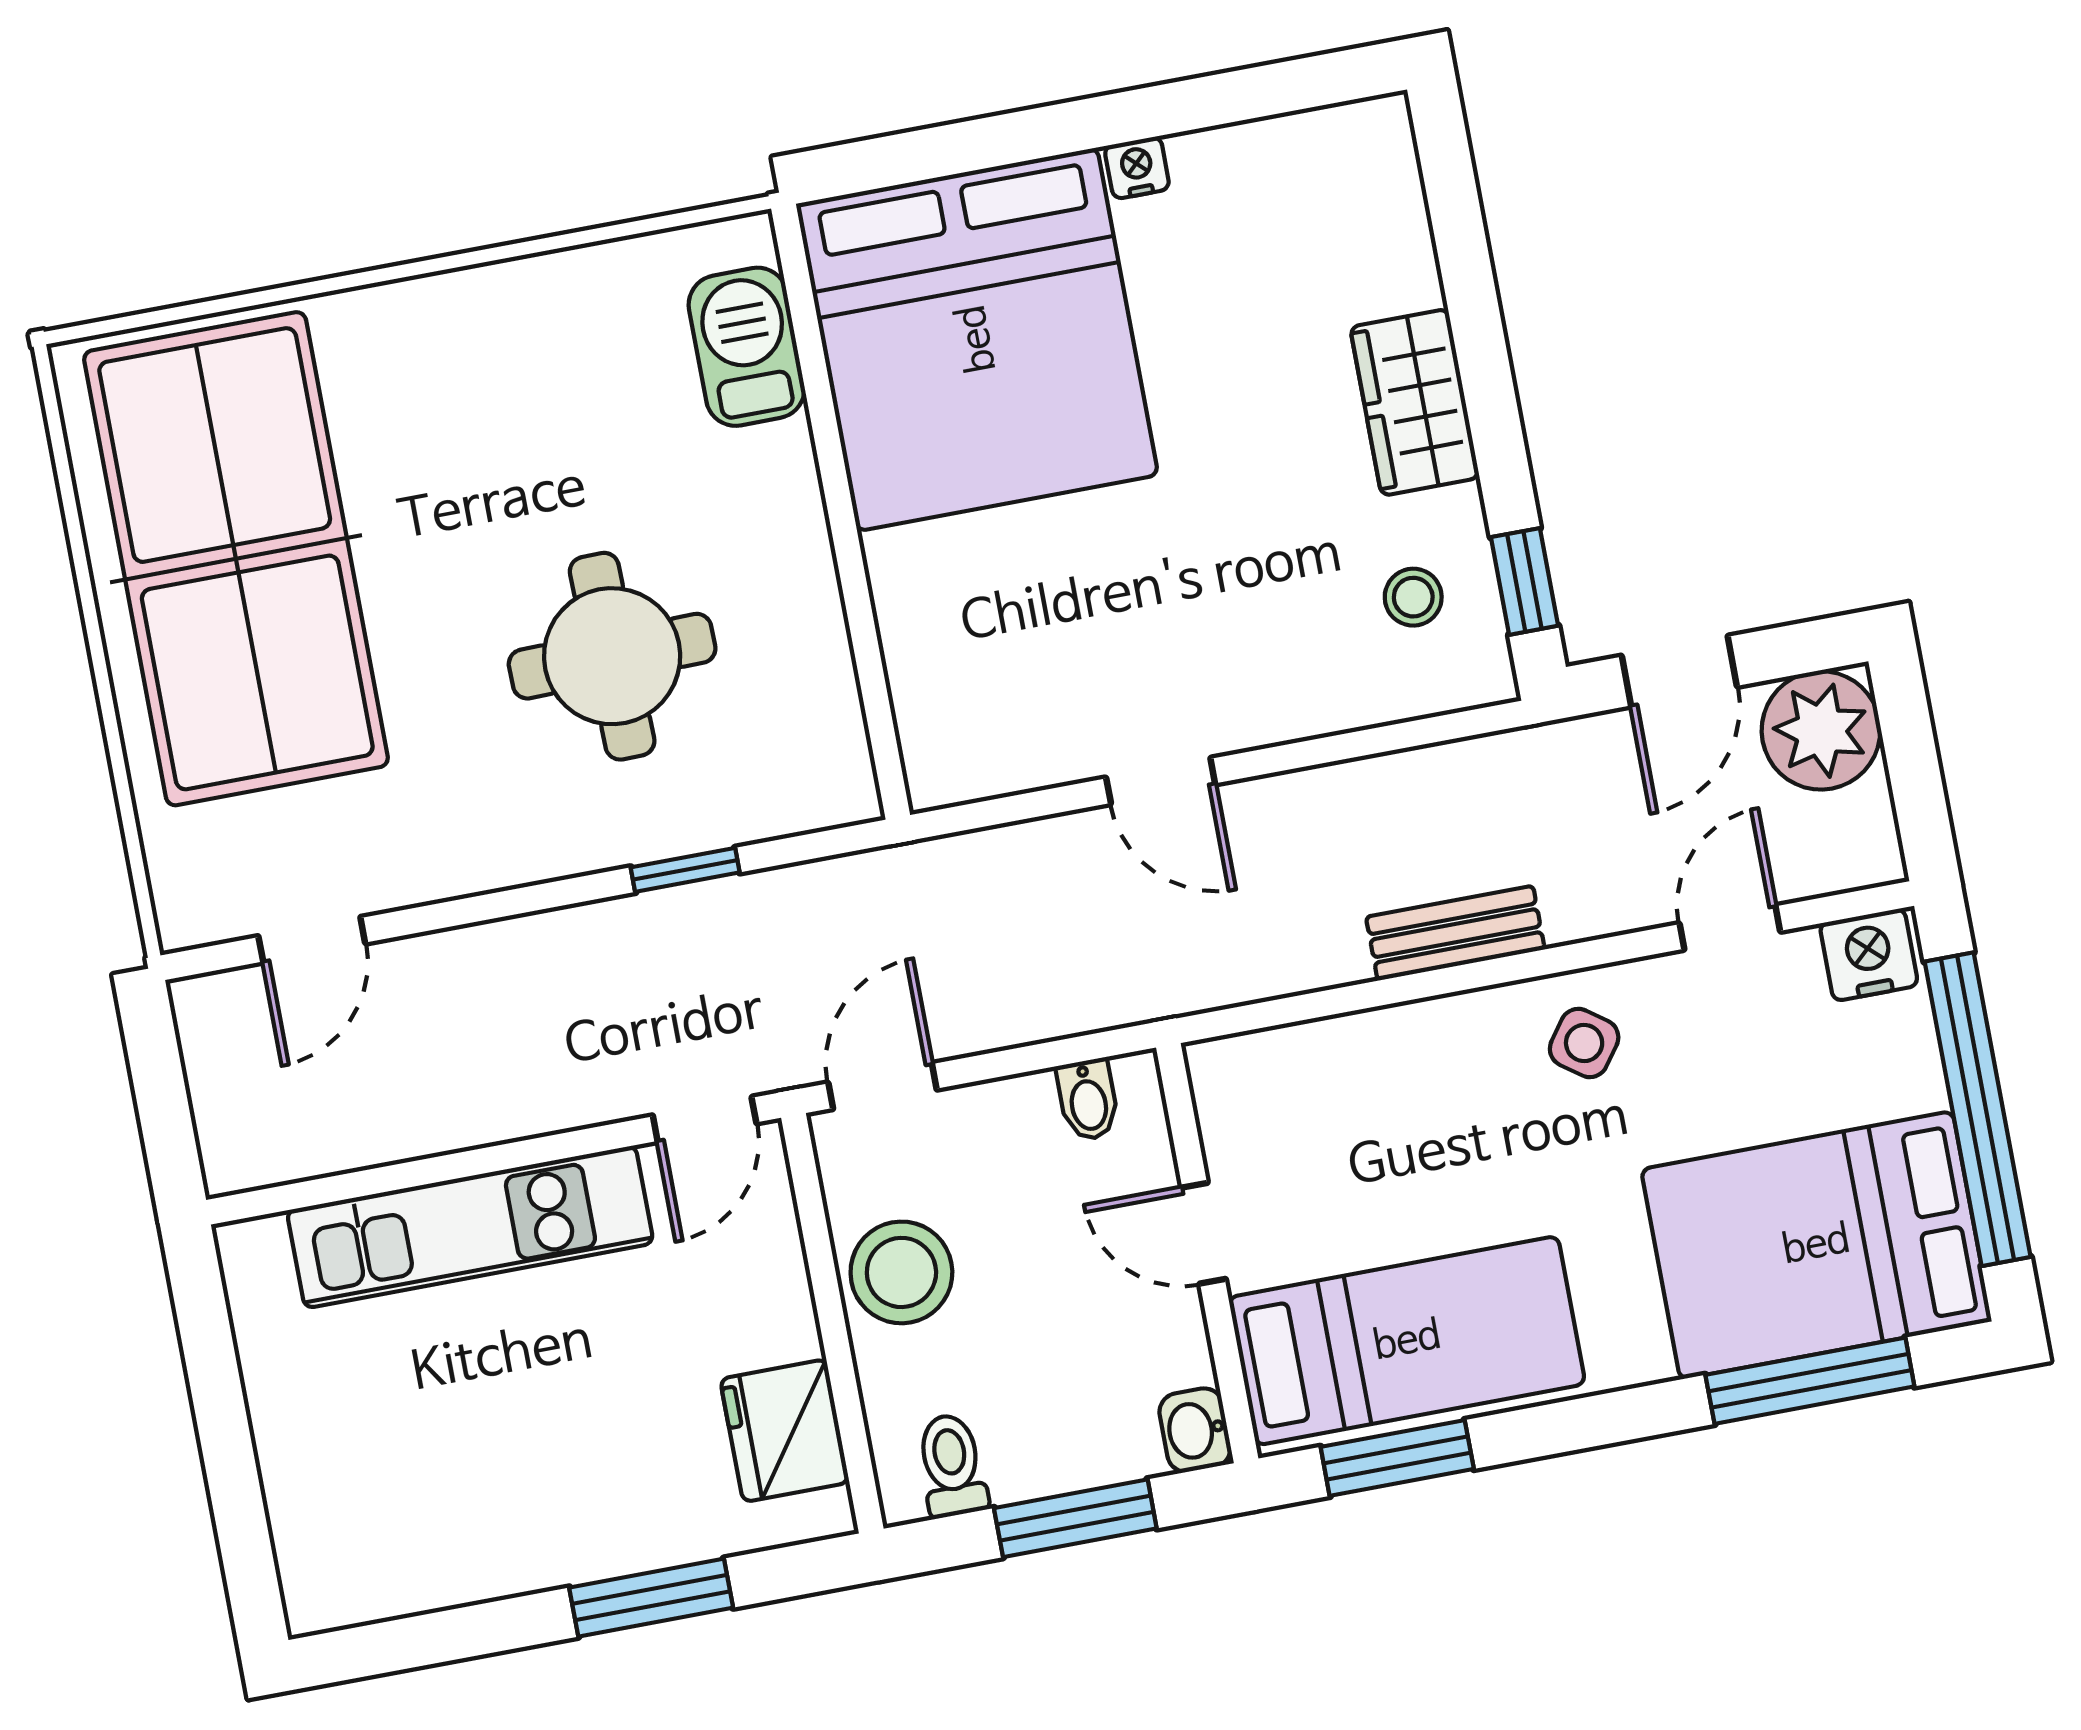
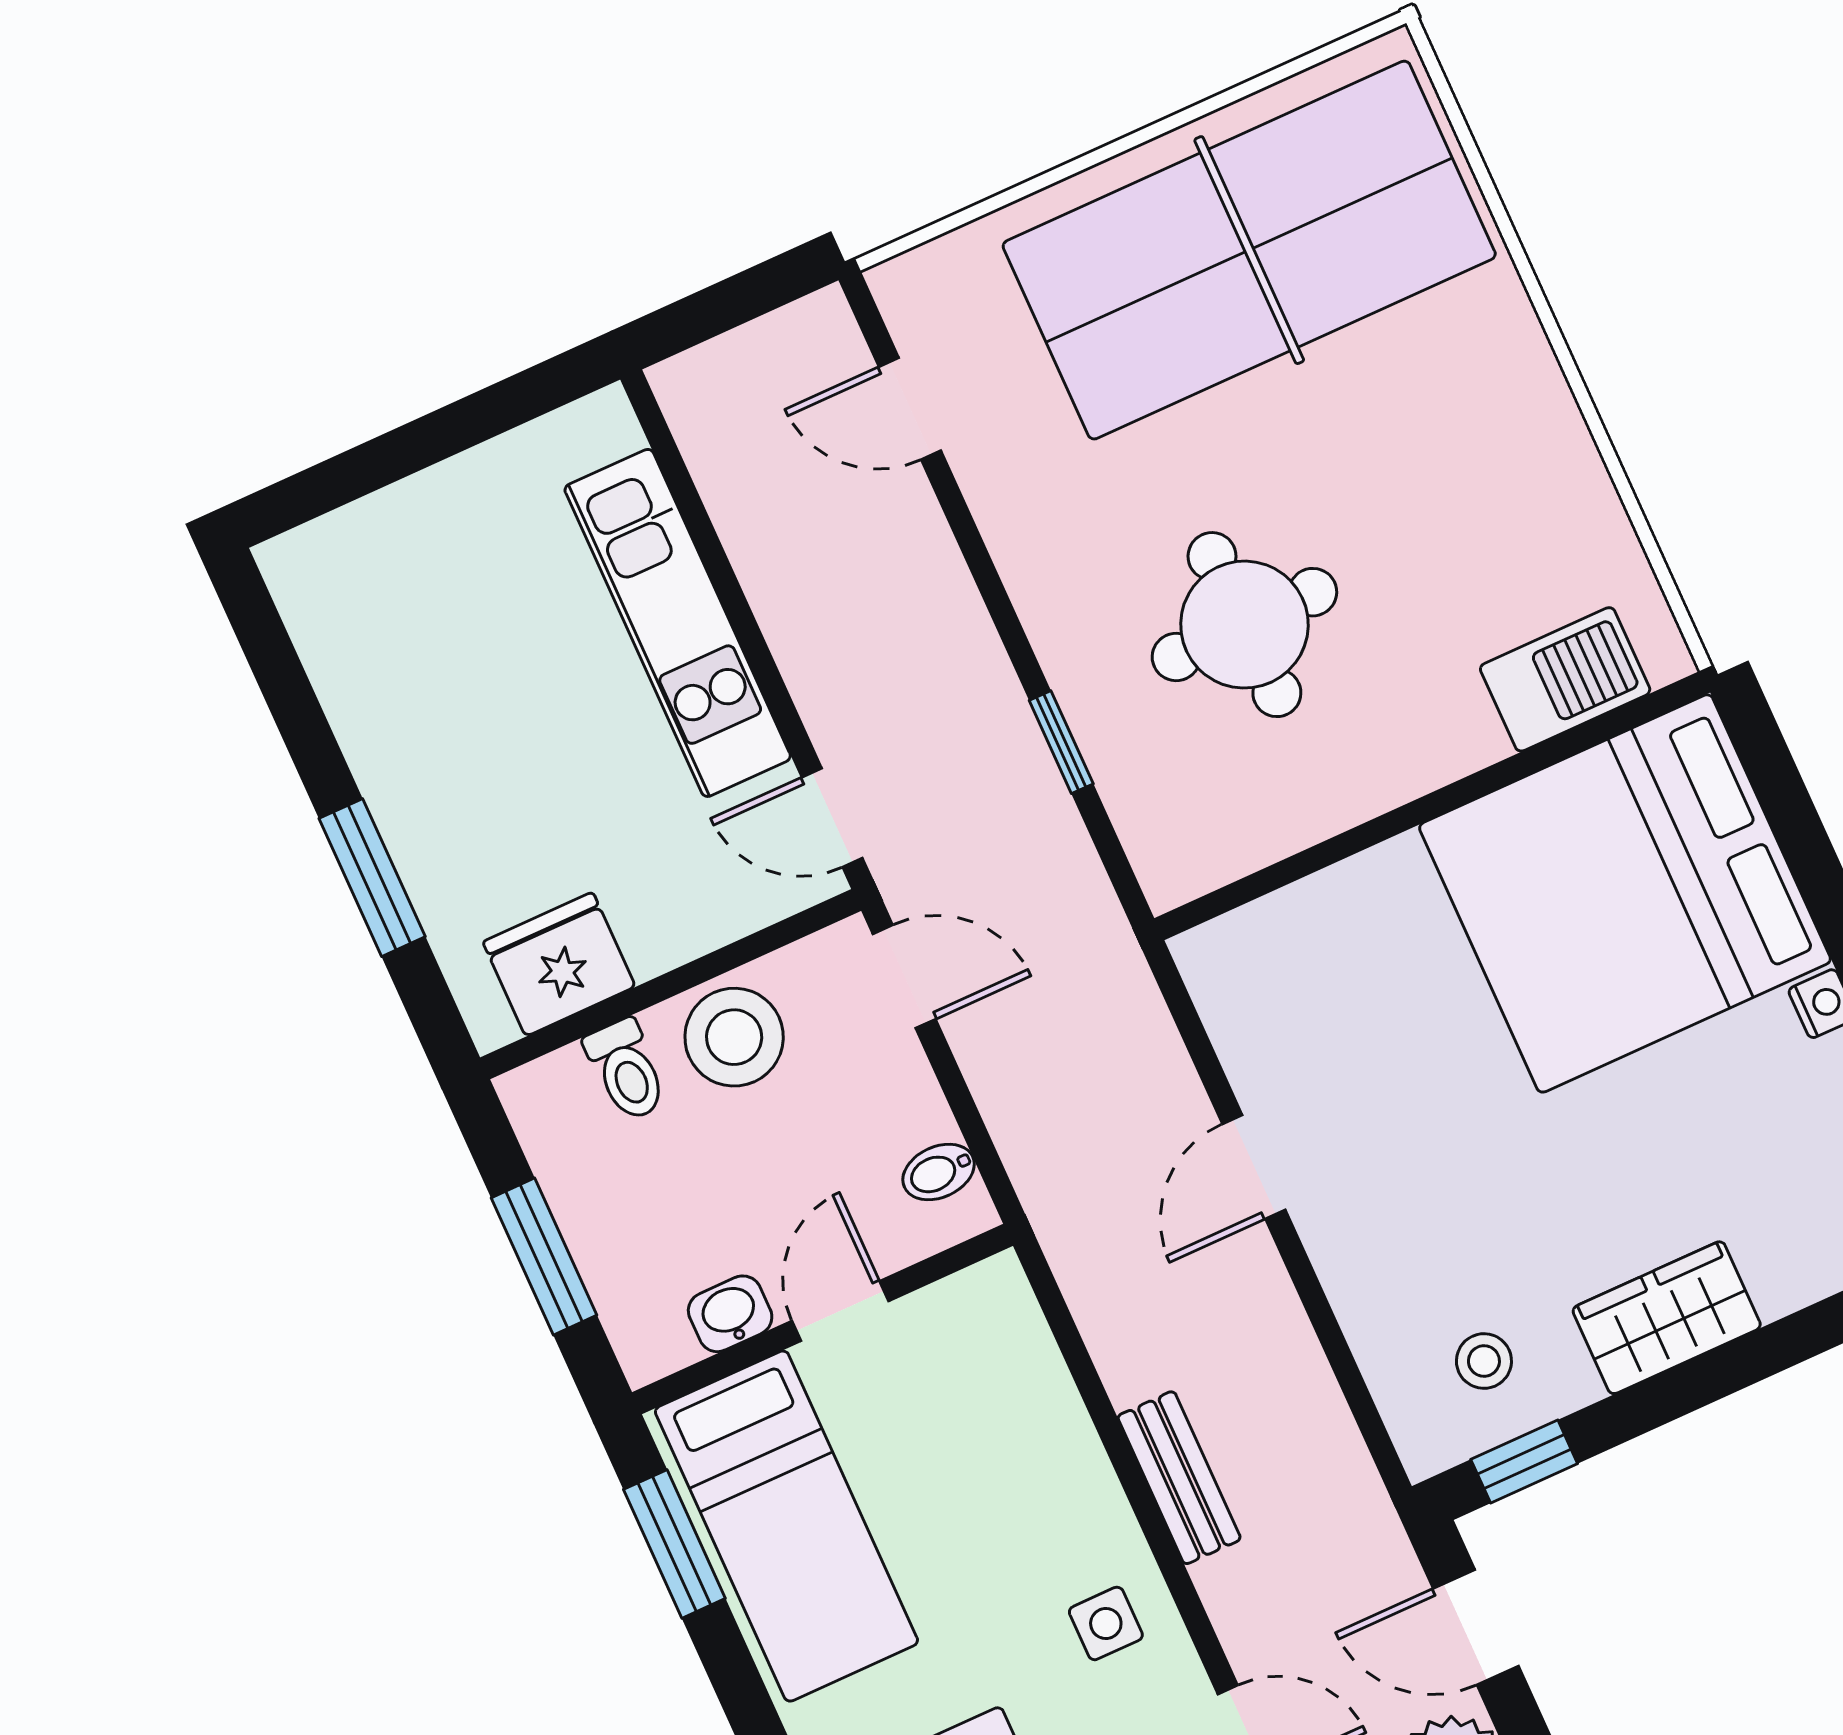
side table: (1584, 1043) -> (1106, 1623), turned -36
washbasin: (1195, 1430) -> (730, 1314), moved
toilet: (952, 1465) -> (626, 1070), moved, turned 90

